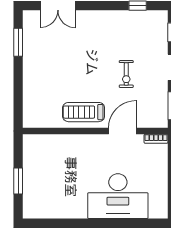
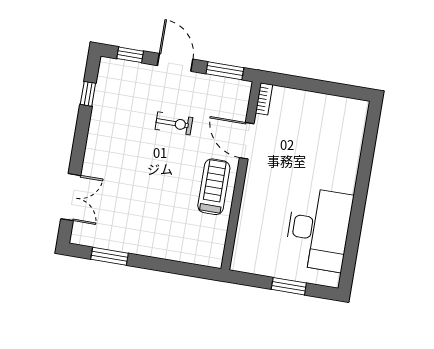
treadmill: (84, 112) -> (214, 187), turned 180
desk: (118, 196) -> (318, 229), moved

